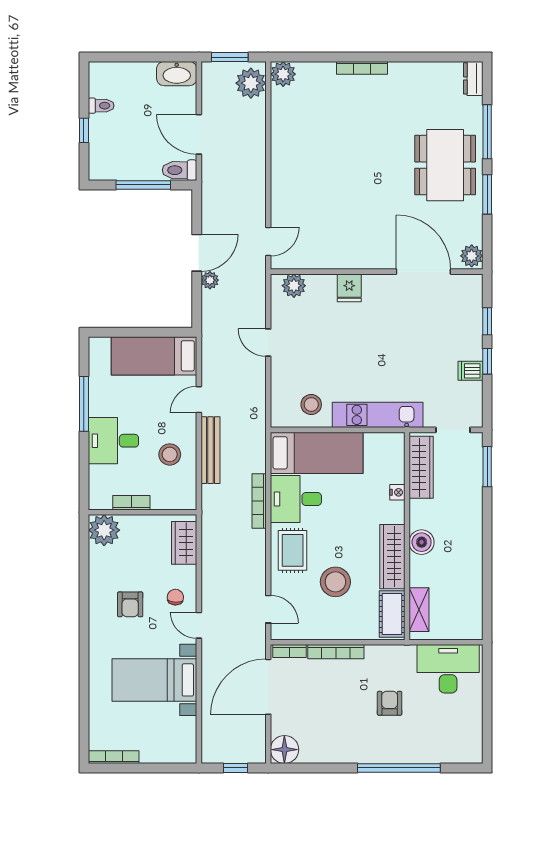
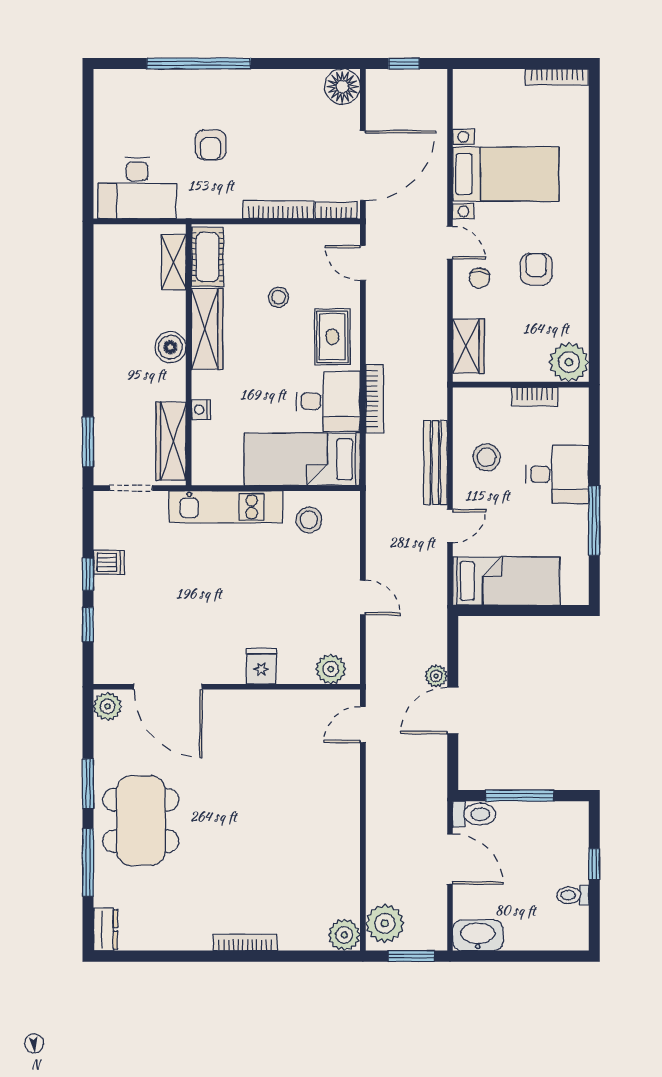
stool: (335, 582) -> (279, 297), width x0.53, depth x0.53

